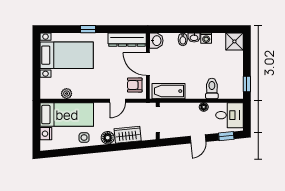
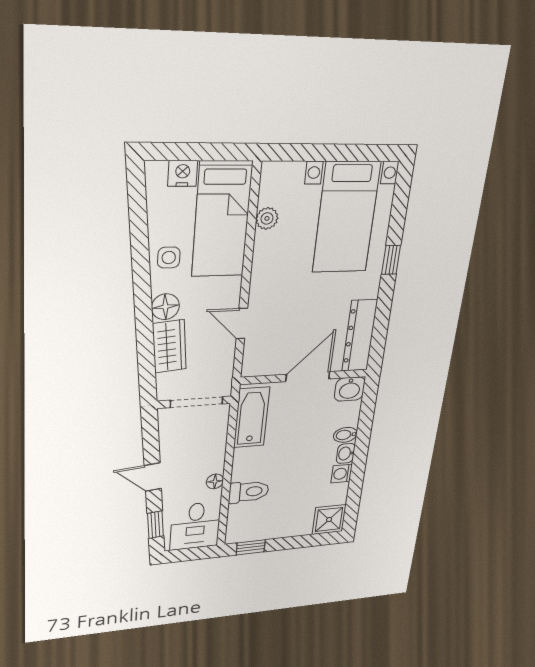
armchair: (135, 85) -> (270, 355), removed

